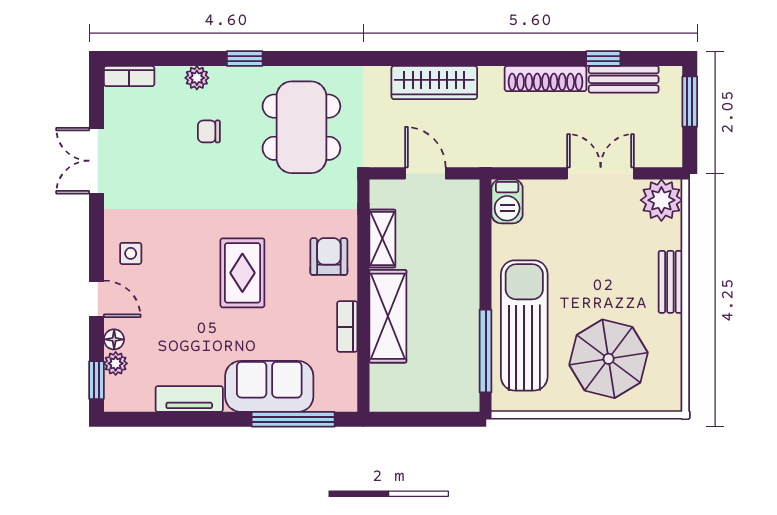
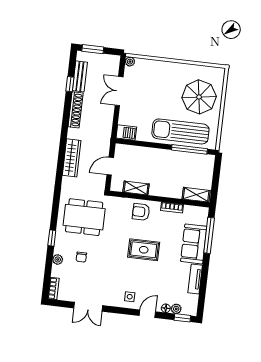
plant: (661, 200) -> (130, 62), width x0.53, depth x0.53
bench: (670, 282) -> (169, 67), removed
shelving: (388, 316) -> (196, 195), moved, width x0.67, depth x0.75

